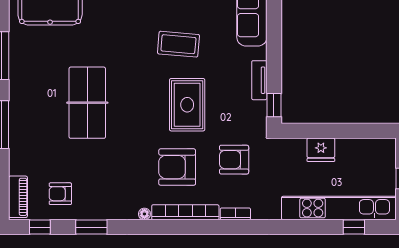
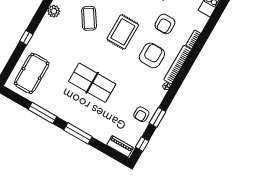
coffee table: (178, 44) -> (89, 18), turned -38
rug: (187, 105) -> (123, 32), turned 90
armchair: (177, 167) -> (152, 55), turned 180
armchair: (60, 194) -> (141, 114), moved

